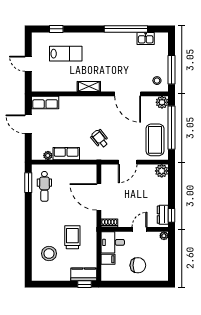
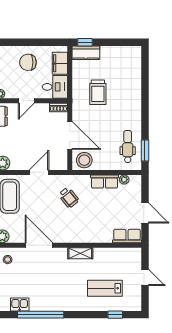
stool: (49, 254) -> (84, 160), moved
filing cabinet: (108, 259) -> (60, 63), width x2.00

